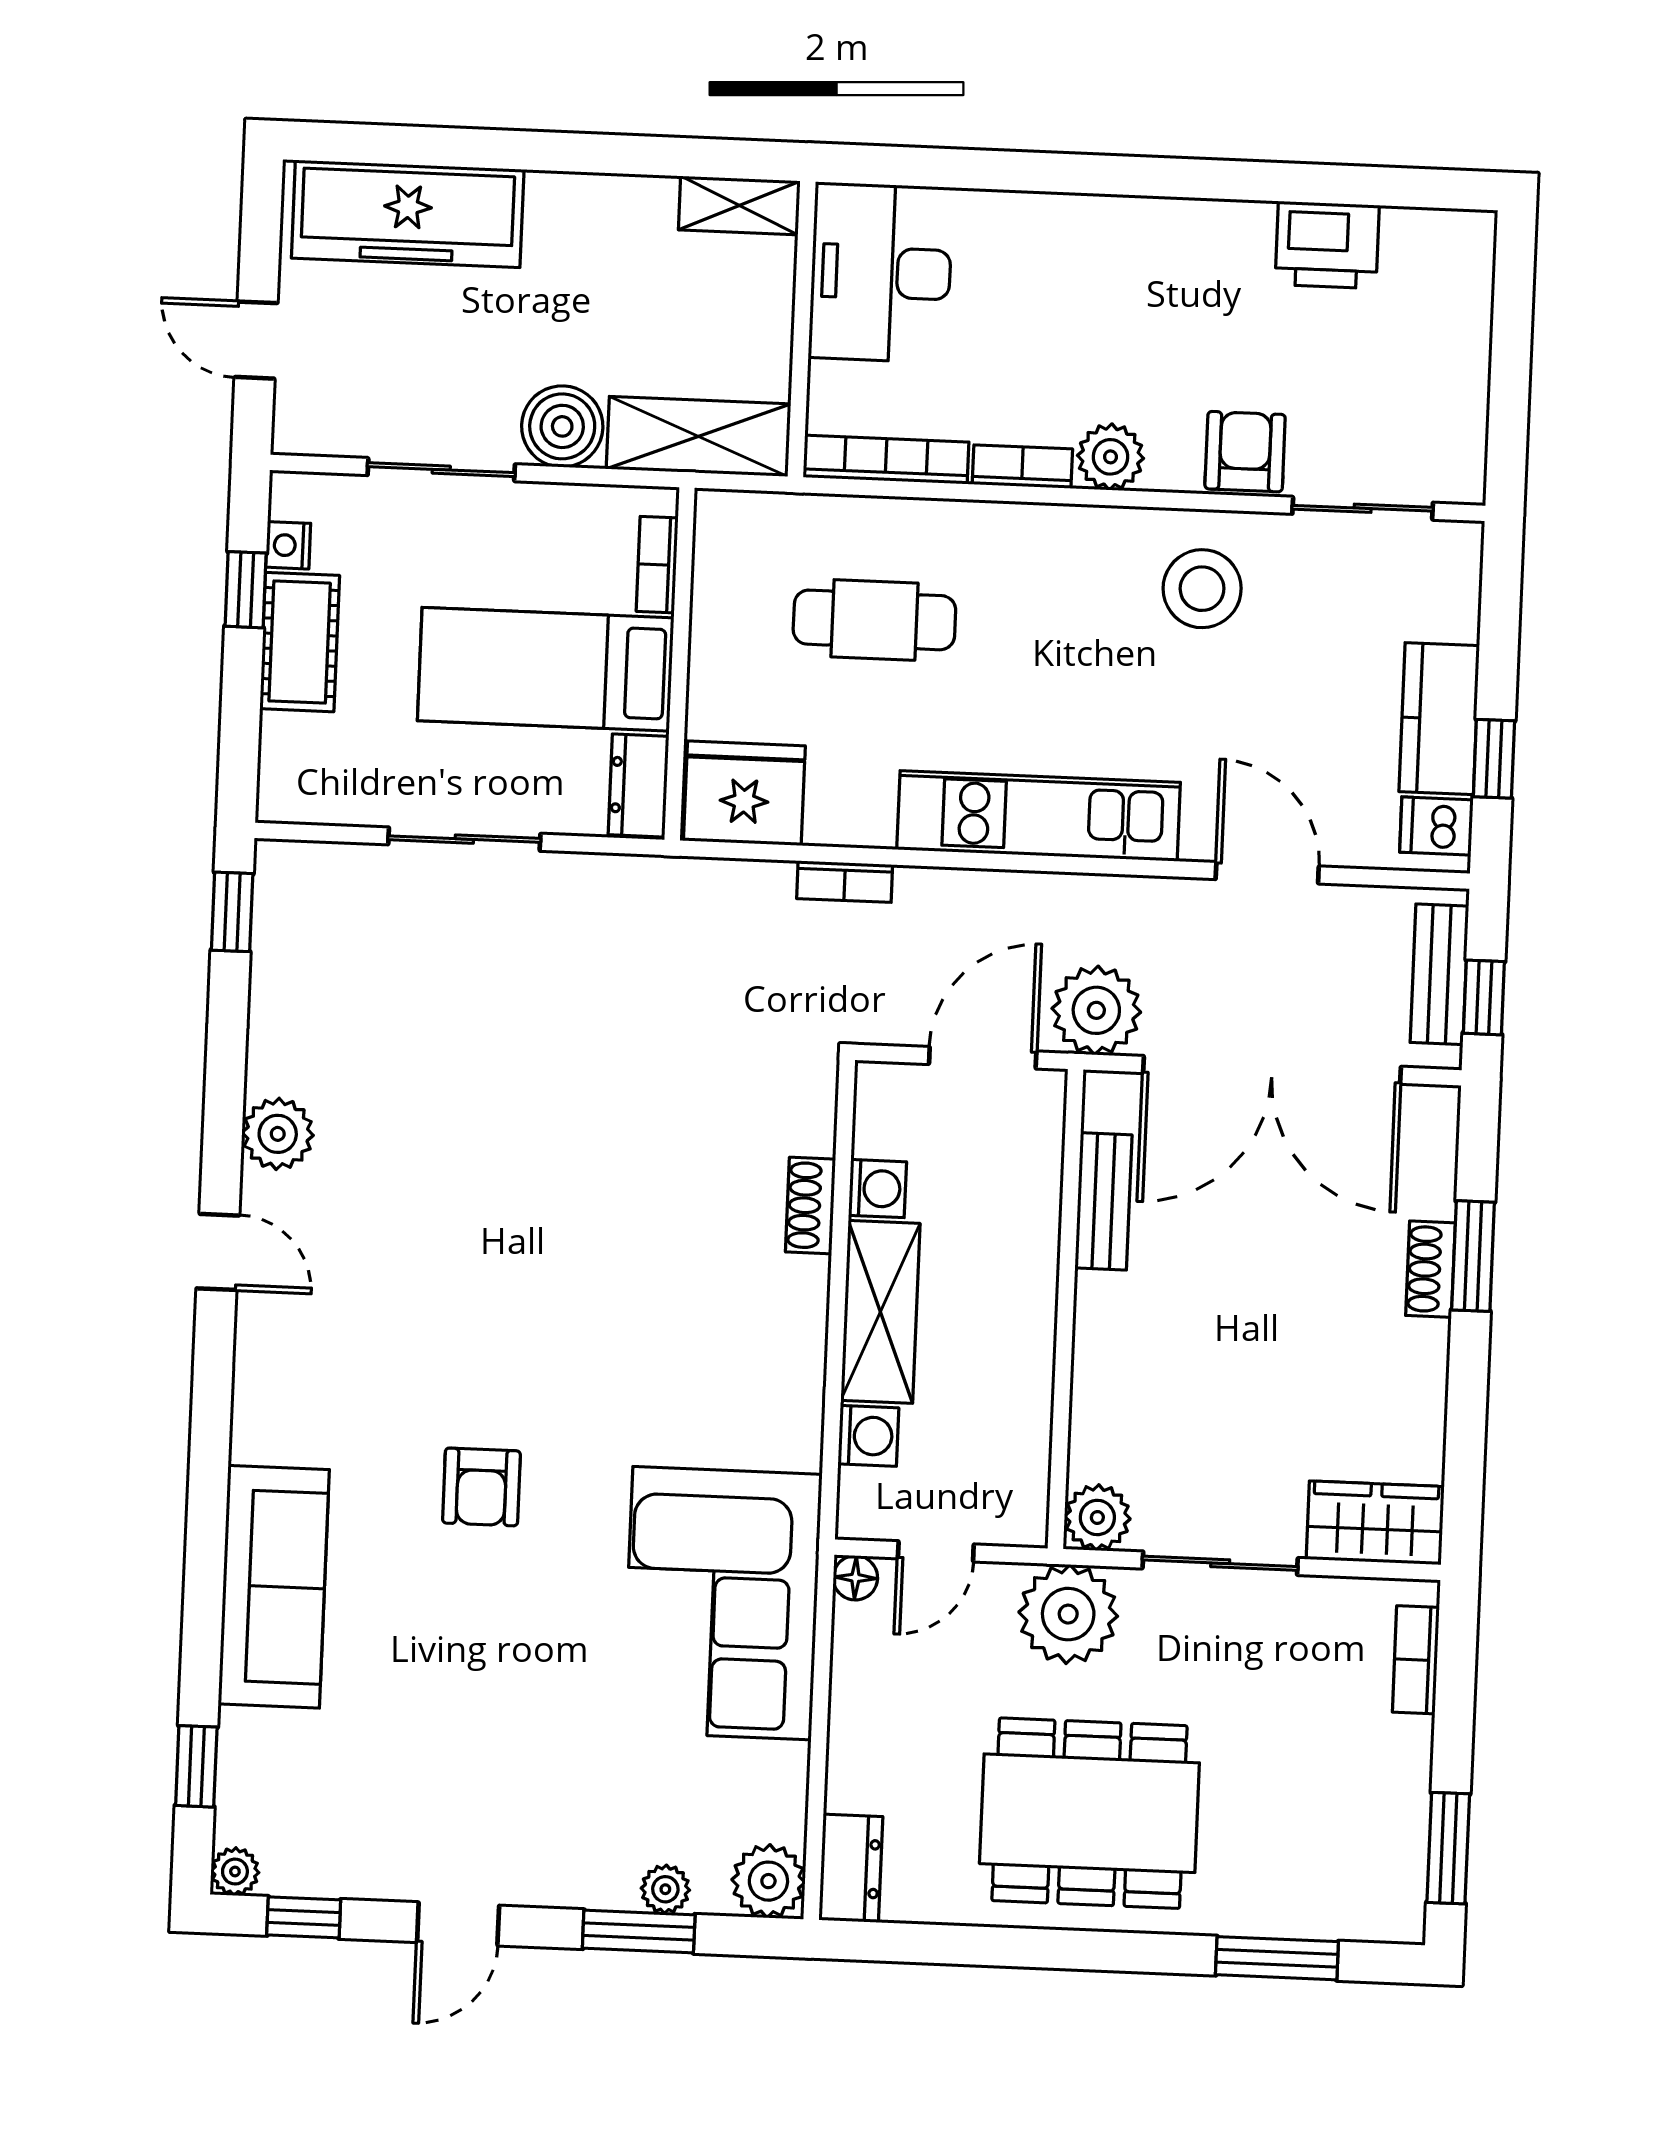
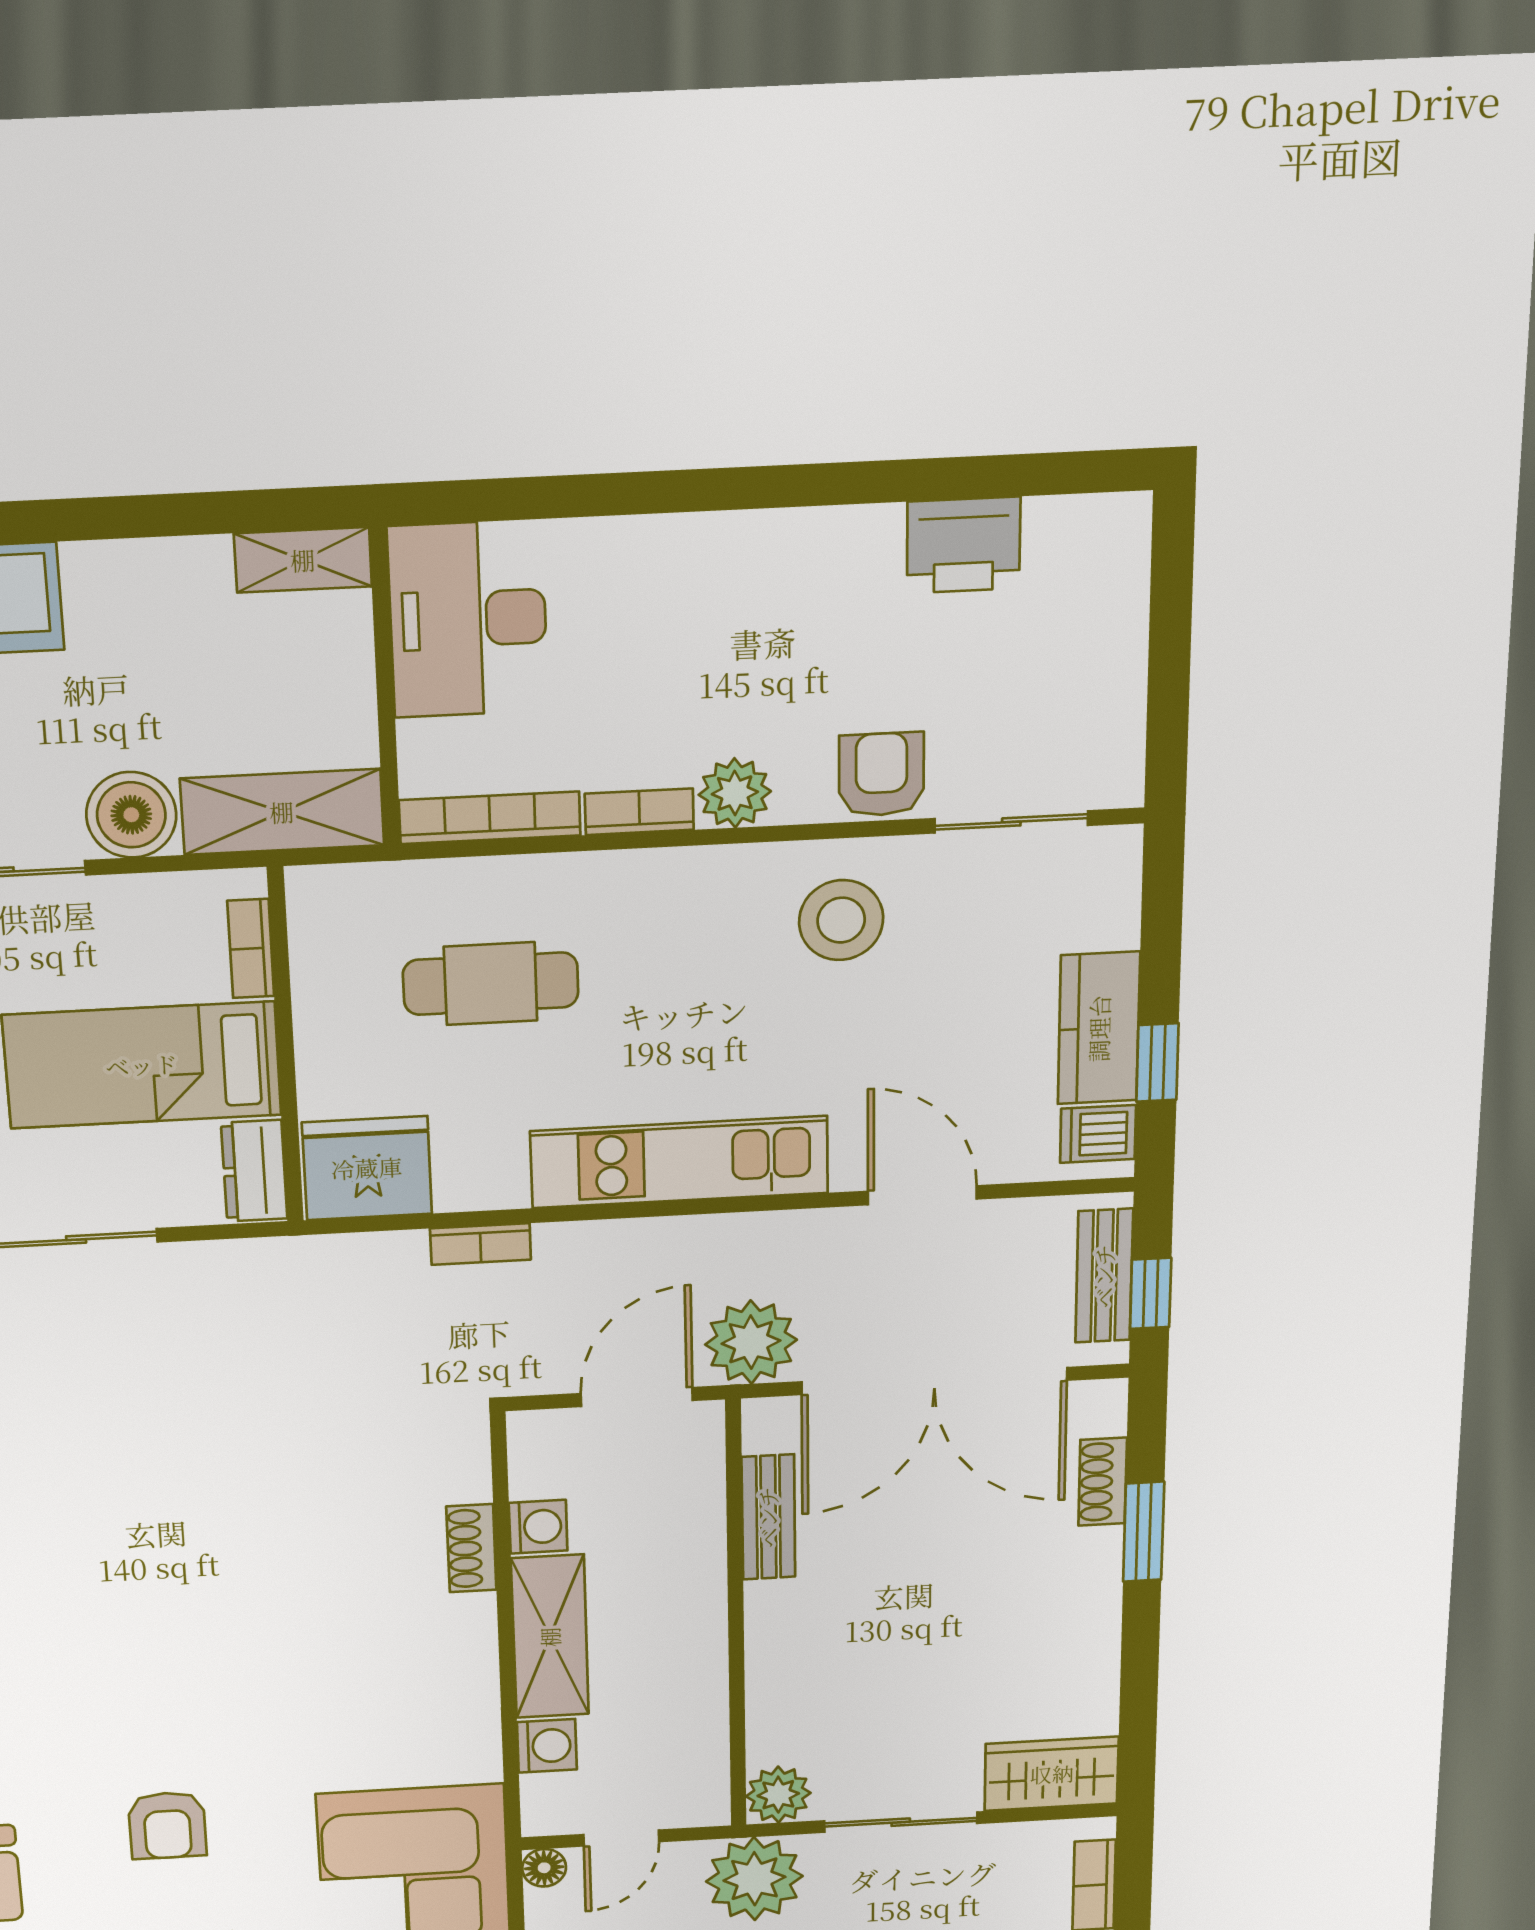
shoe rack: (1430, 1269) -> (1103, 1482), moved

